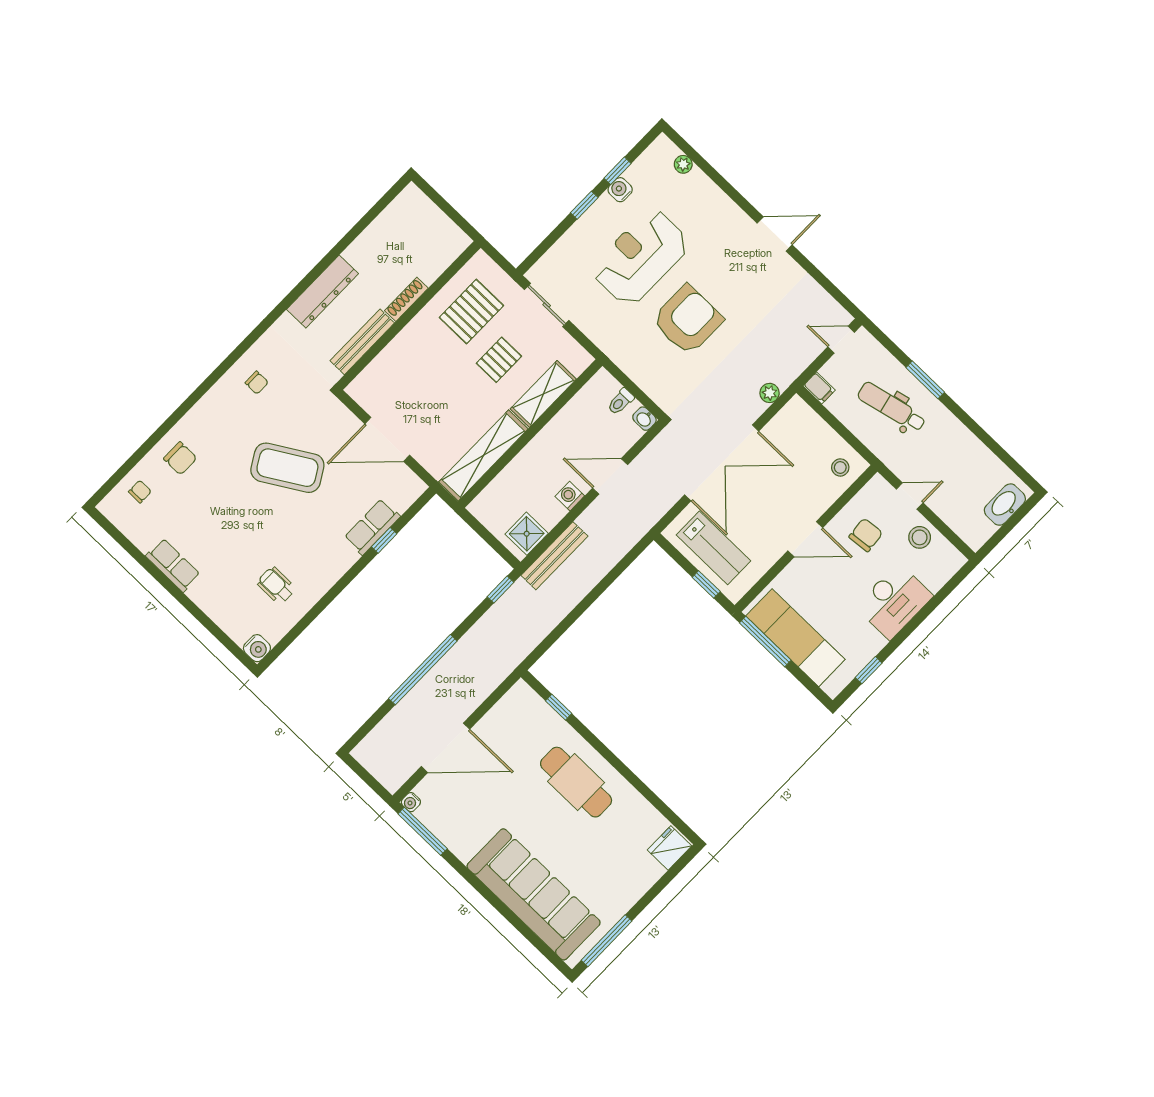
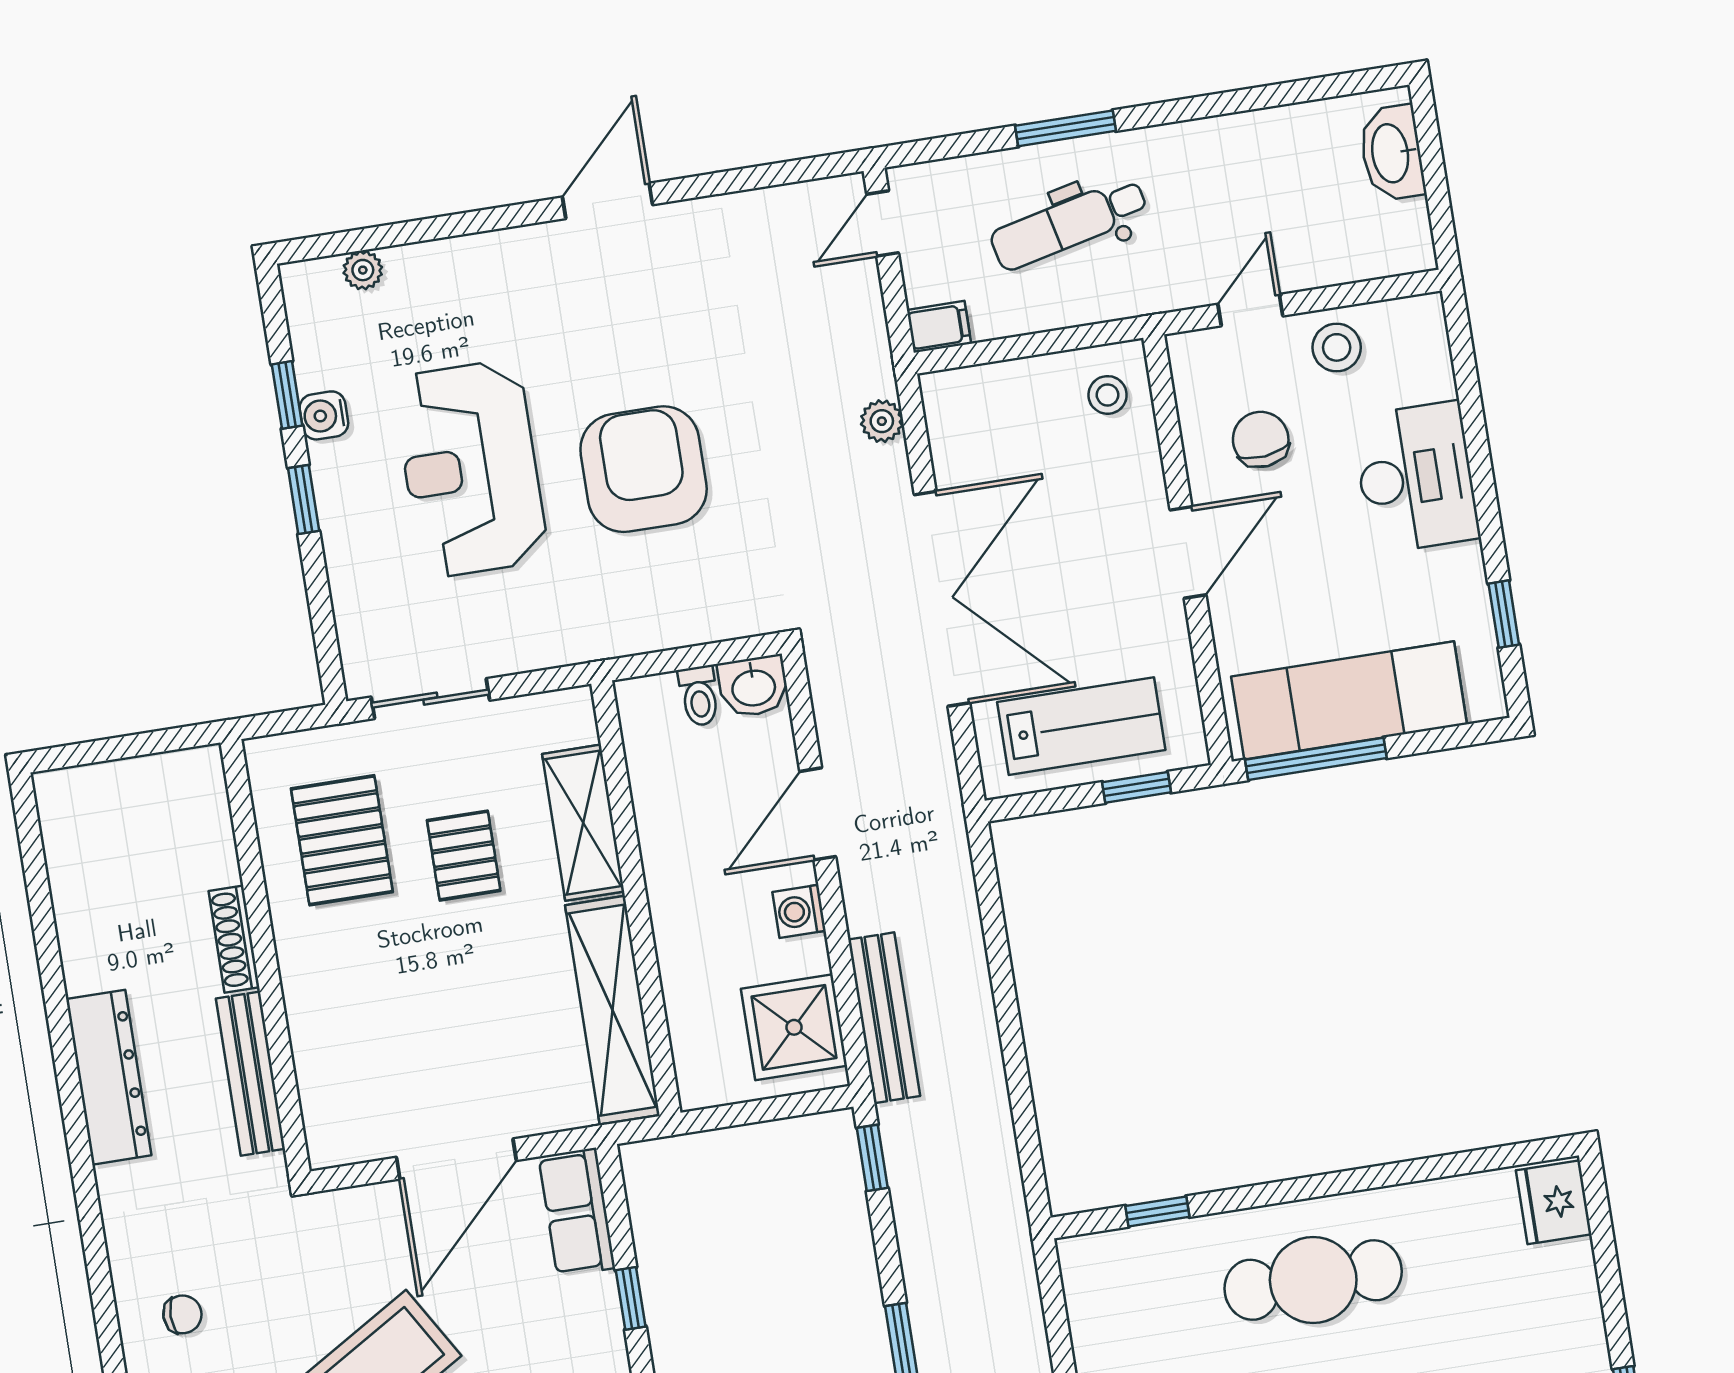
washbasin: (644, 419) -> (753, 686), width x1.38, depth x1.45
row of seats: (372, 527) -> (577, 1212), moved
shower: (527, 534) -> (794, 1027), width x1.36, depth x1.36

